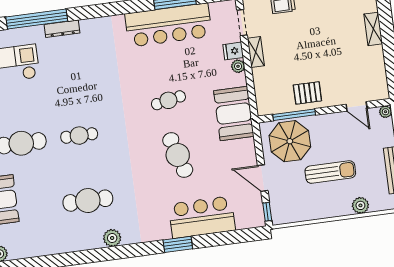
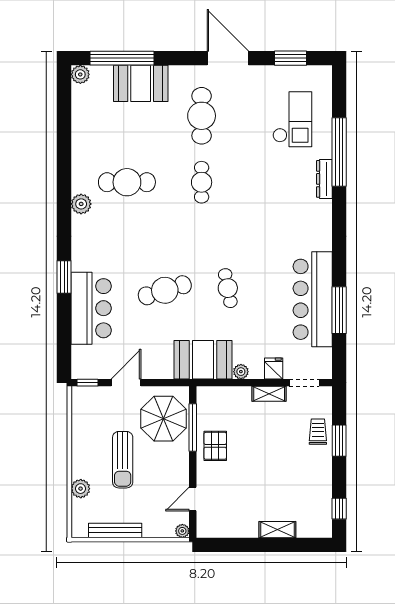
plant: (238, 66) -> (241, 372), moved
cafe table: (88, 201) -> (127, 182), turned 90

